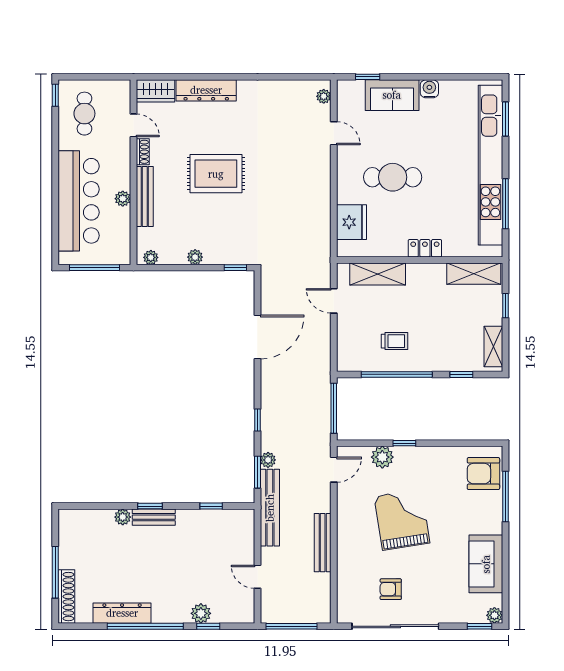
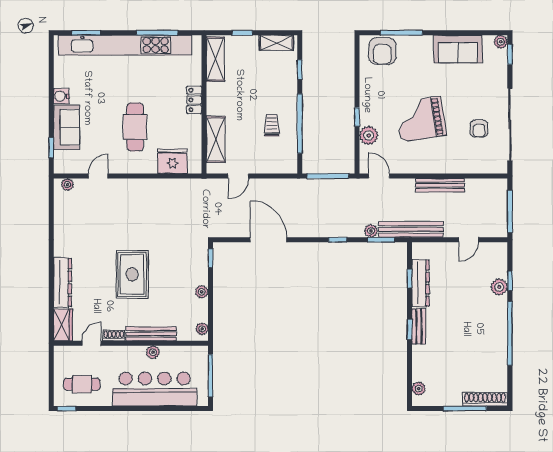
plant: (123, 517) -> (419, 389), moved
dresser: (122, 613) -> (421, 283), moved, turned 180

